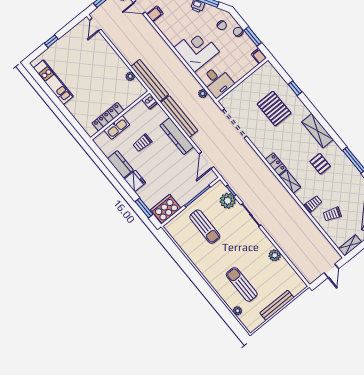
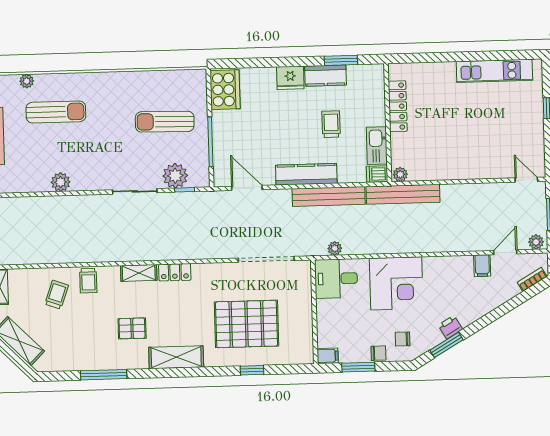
plant: (130, 76) -> (400, 174), moved
pallet: (274, 109) -> (247, 324), width x1.37, depth x1.41
kitchen sink: (117, 127) -> (377, 146), moved
window: (144, 208) -> (341, 60), moved

